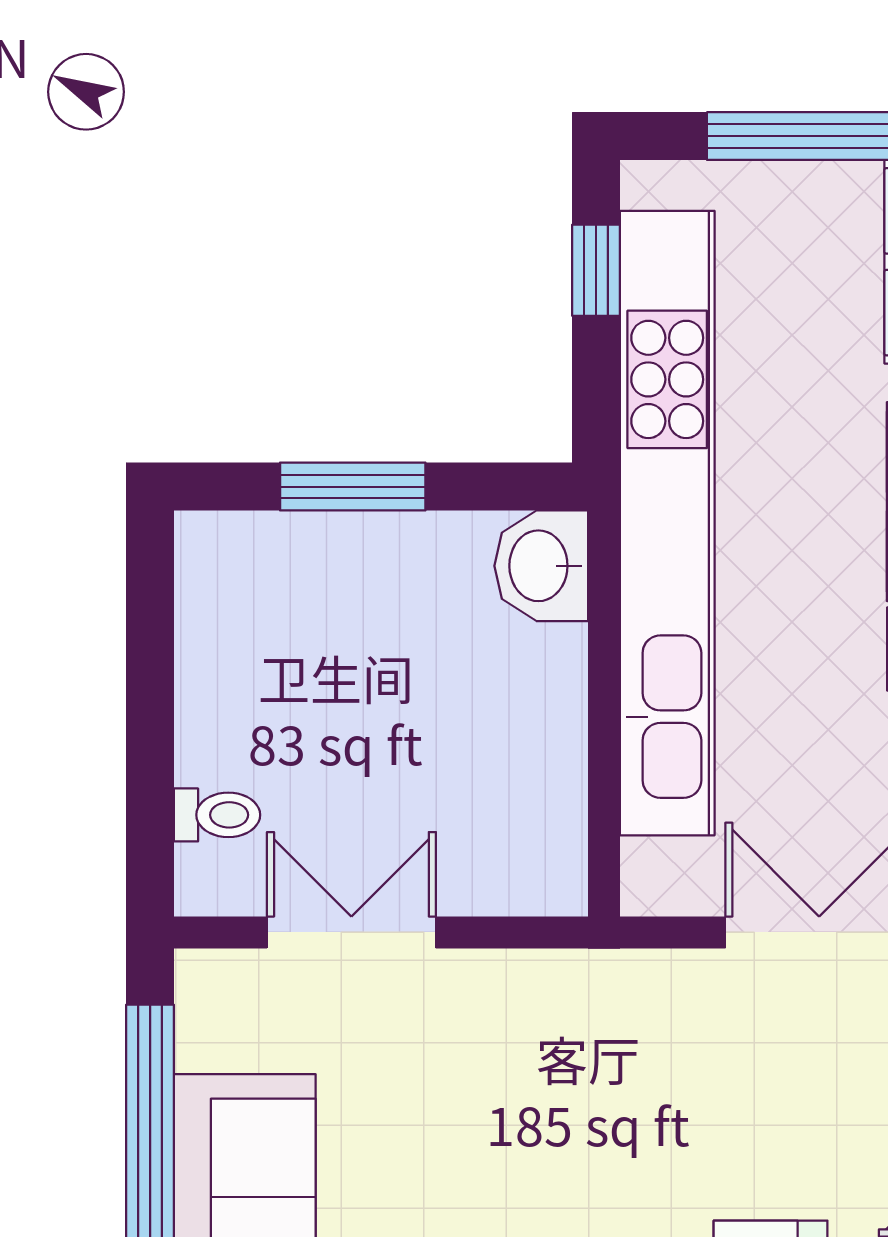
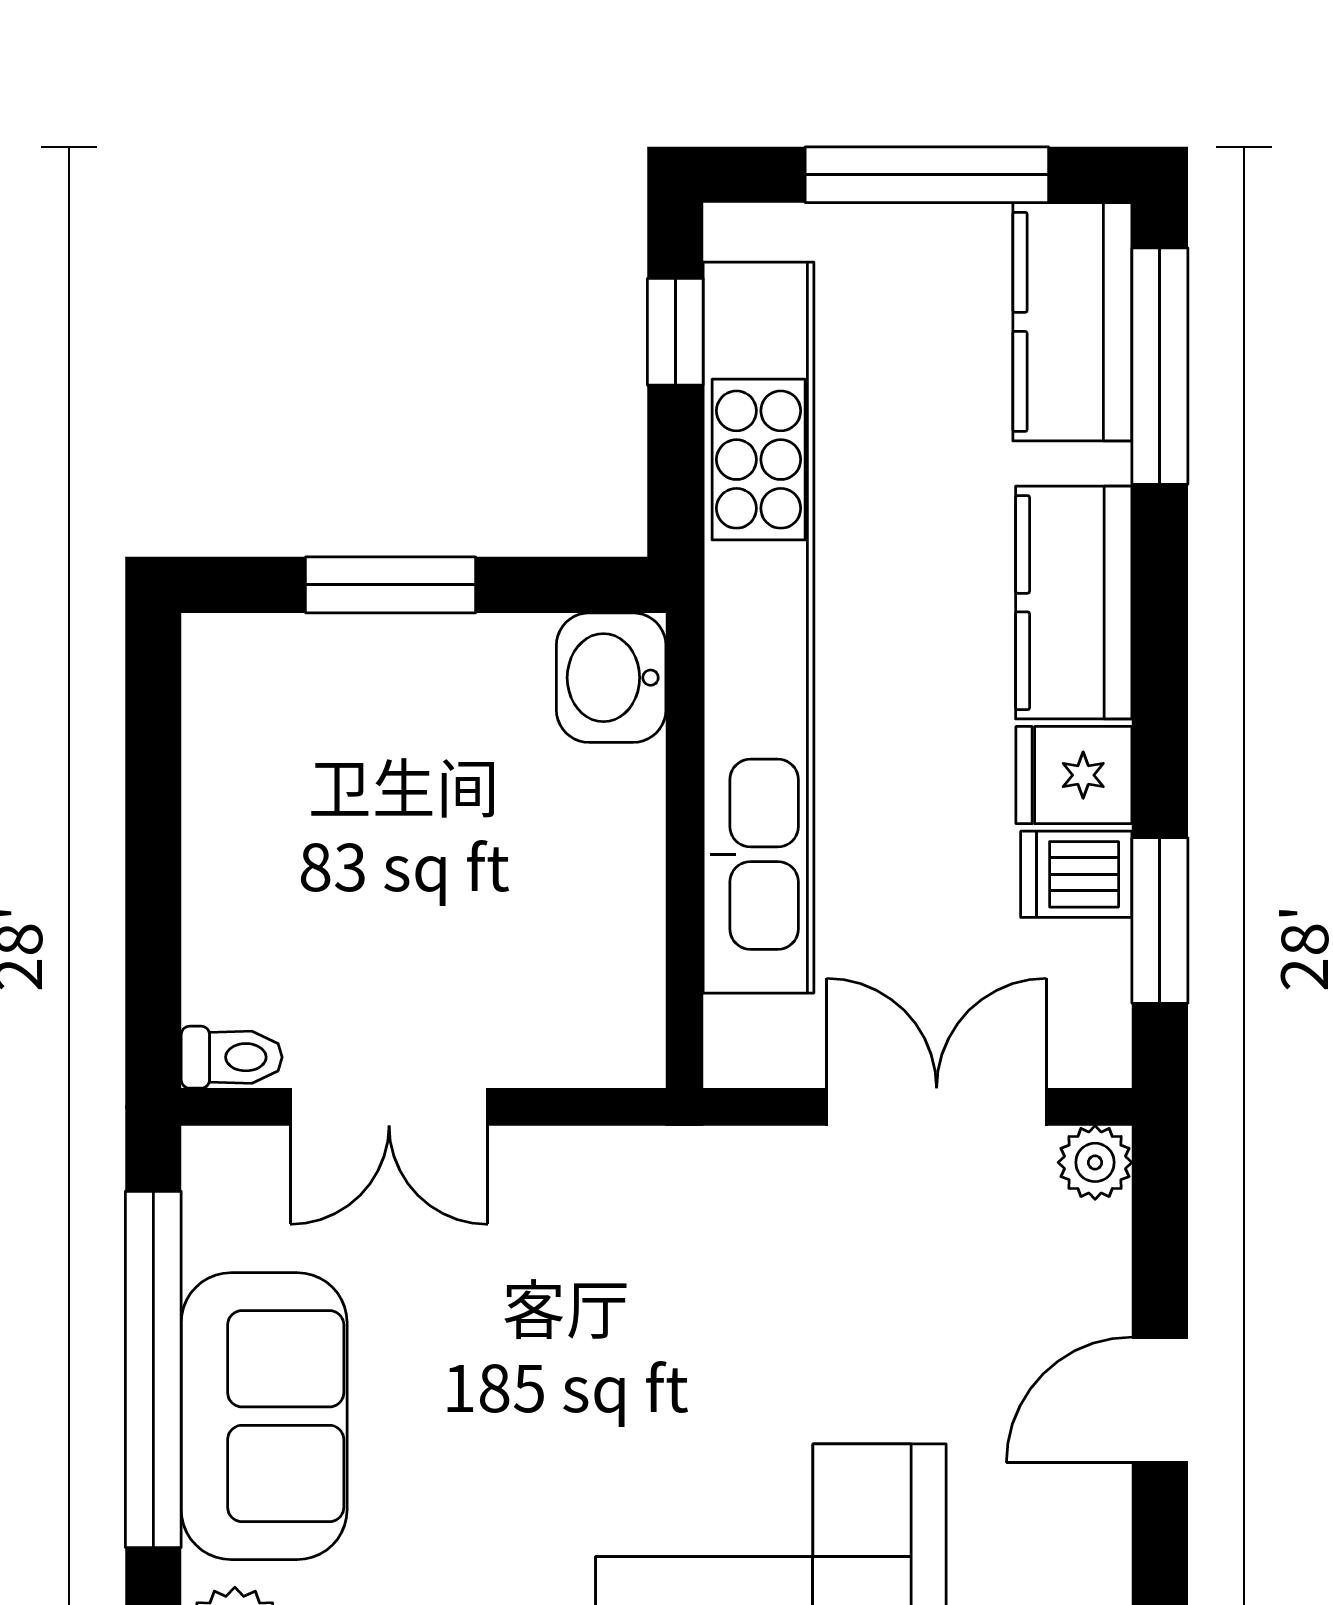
toilet: (217, 815) -> (232, 1057), moved
double door: (351, 932) -> (389, 1107), swing flipped

